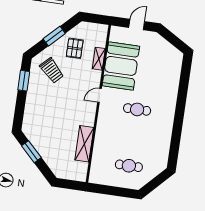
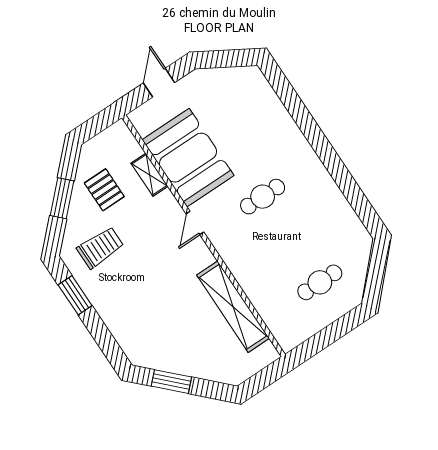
trolley: (52, 70) -> (100, 248), turned -45
shelving: (84, 144) -> (233, 307), width x1.47

